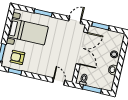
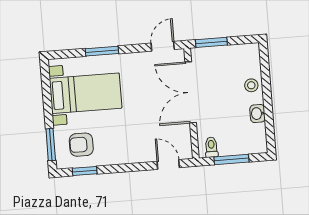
double door: (82, 48) -> (191, 92), swing flipped

